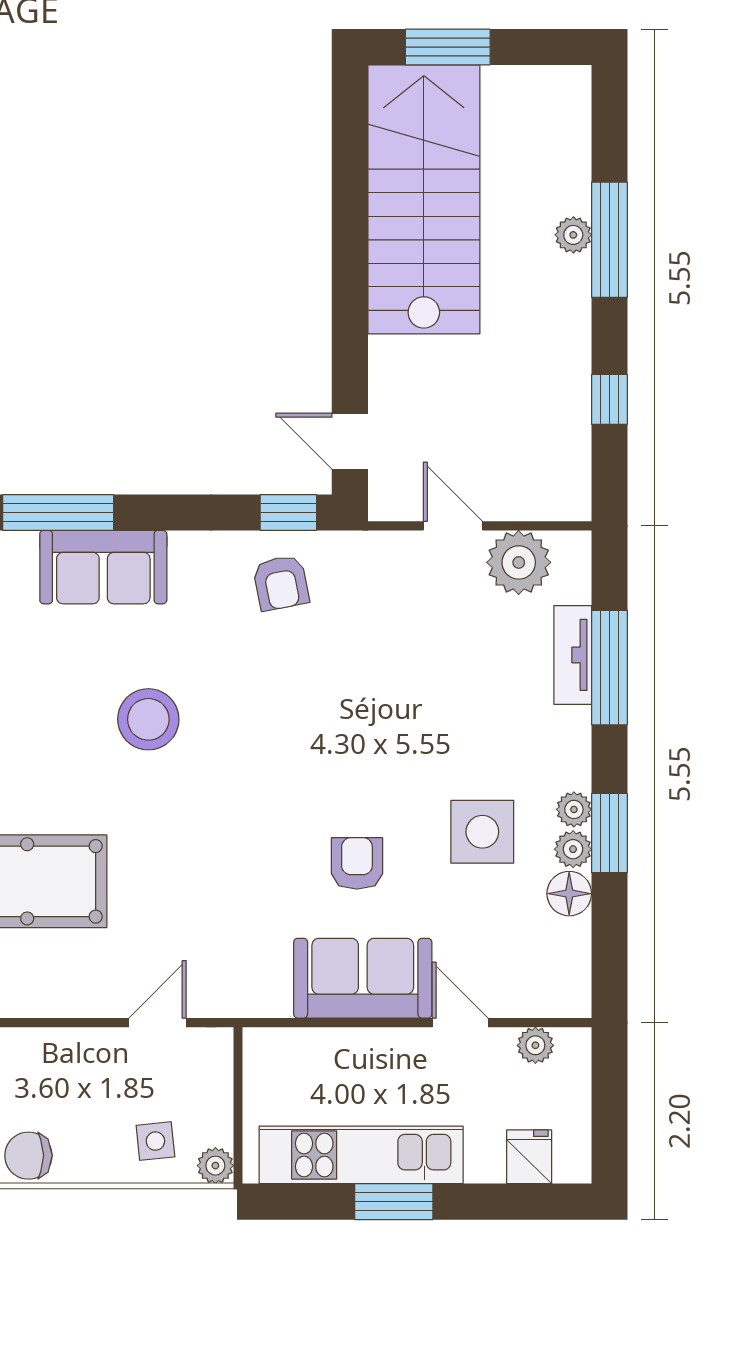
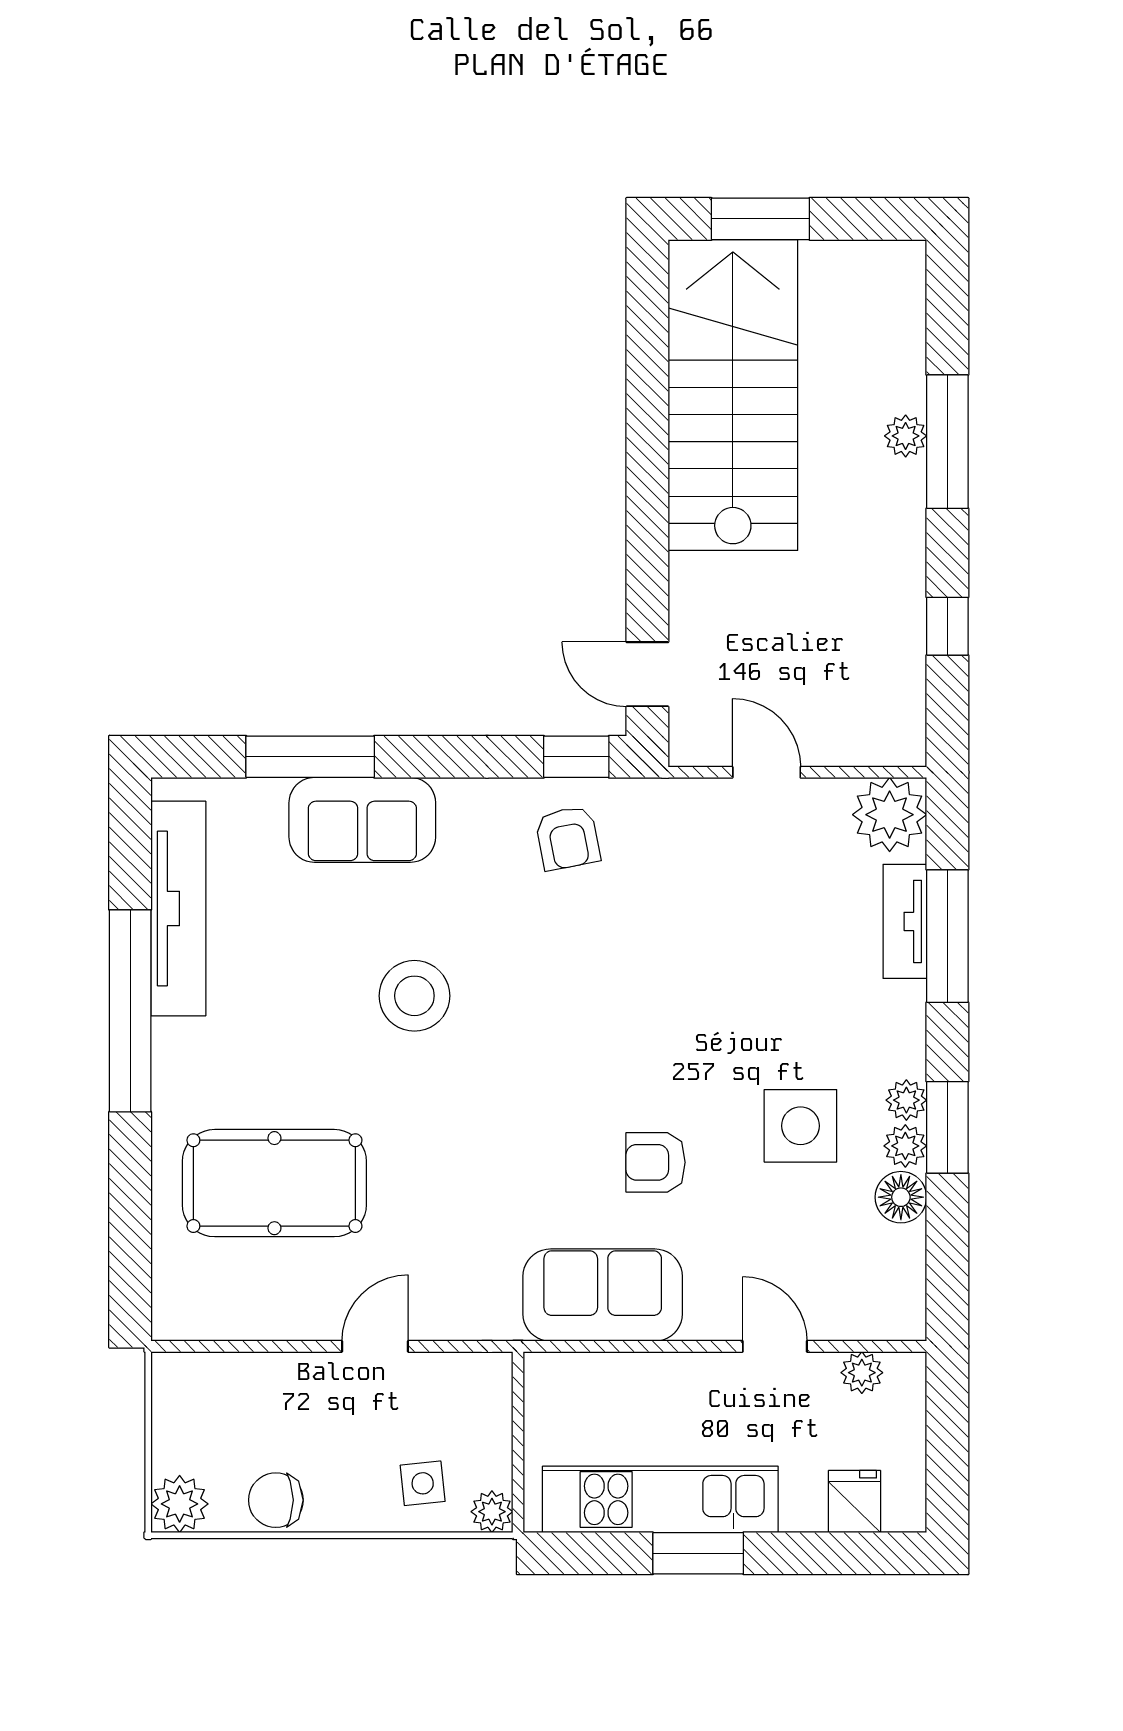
plant: (519, 562) -> (890, 815), moved
armchair: (357, 863) -> (656, 1162), turned -90
sofa: (363, 978) -> (603, 1295), moved
door: (157, 1023) -> (375, 1346), moved

